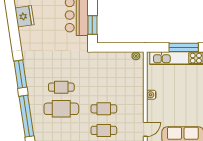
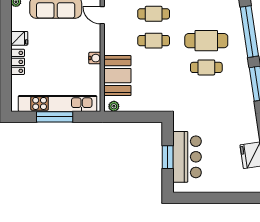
window: (92, 25) -> (168, 157), moved
booth: (133, 81) -> (117, 76), added
door: (145, 129) -> (102, 15), hinge flipped

